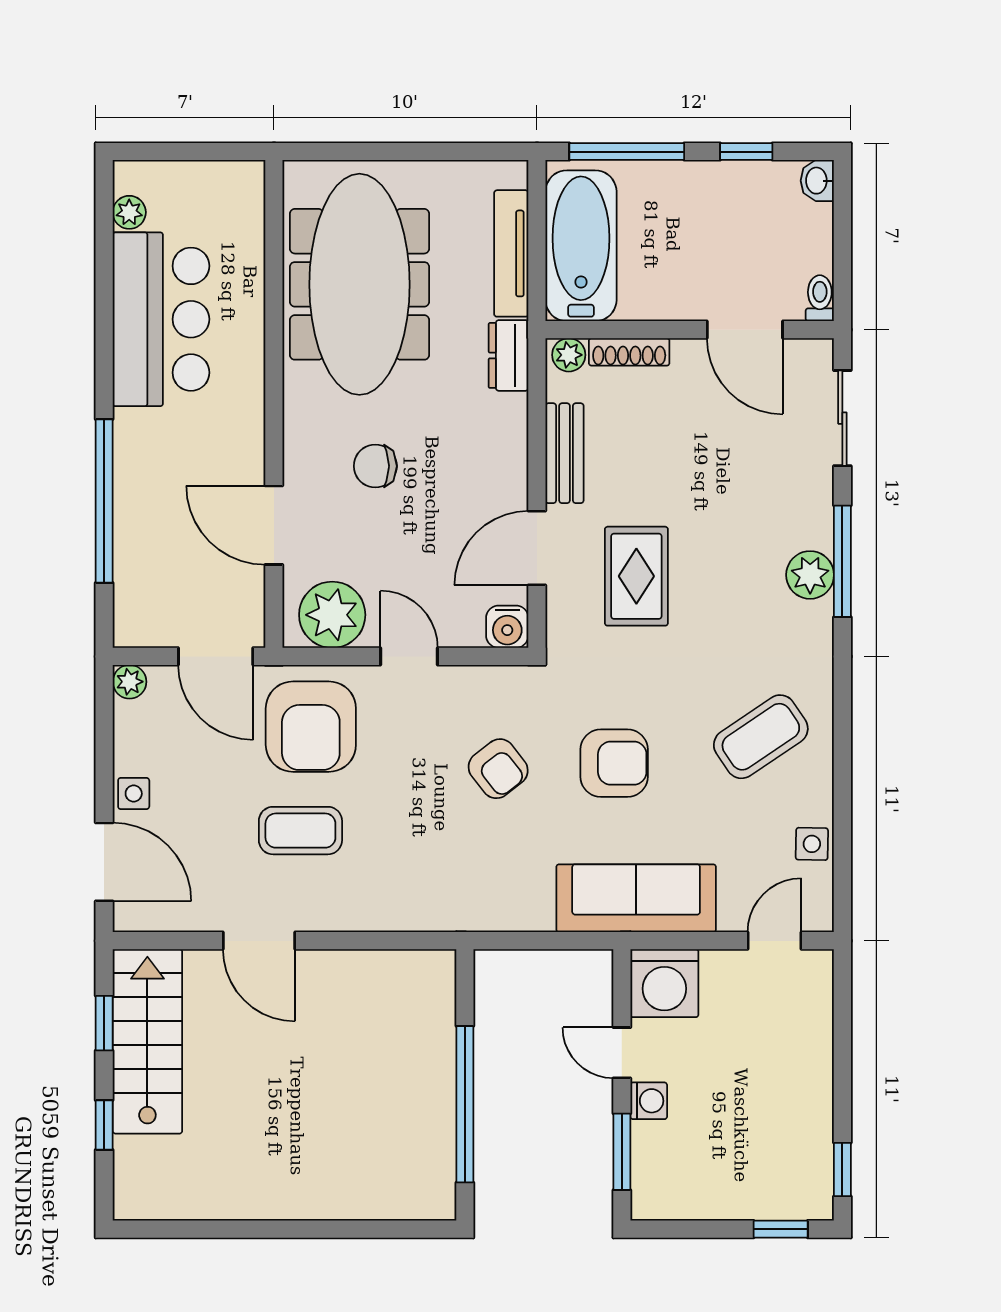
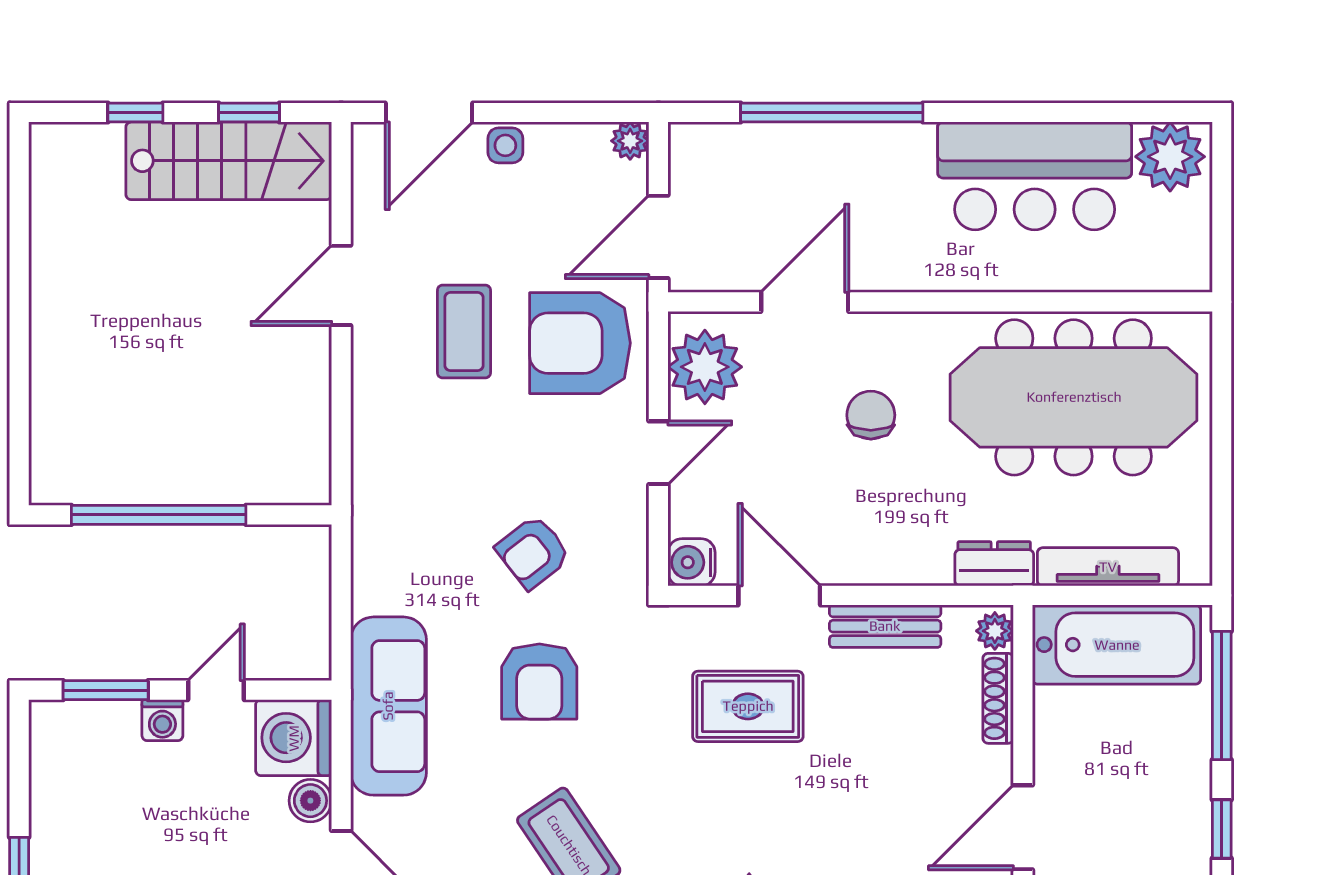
plant: (129, 212) -> (1170, 157), width x1.88, depth x1.88
boiler: (721, 968) -> (310, 801), added

